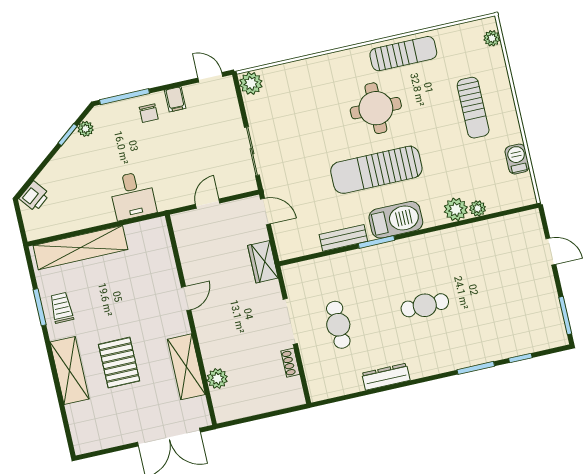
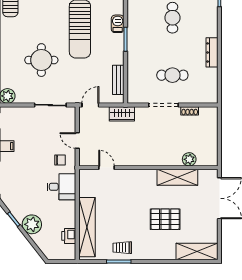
round table: (376, 108) -> (41, 60), moved
chair: (149, 113) -> (60, 160), moved
plant: (86, 129) -> (32, 224), moved, width x1.87, depth x1.87
printer: (34, 196) -> (69, 236), moved, turned -142
barbecue: (396, 220) -> (118, 24), width x0.53, depth x0.65
bench: (343, 238) -> (118, 80), moved
door: (186, 298) -> (107, 168), moved
shelving: (70, 371) -> (197, 252), moved

